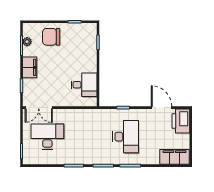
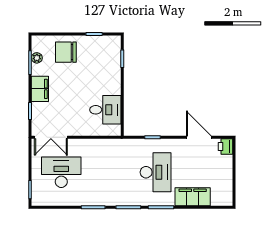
printer: (181, 121) -> (225, 147), width x0.53, depth x0.68
filing cabinet: (175, 157) -> (193, 197), moved

